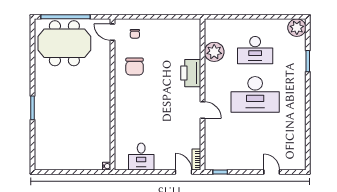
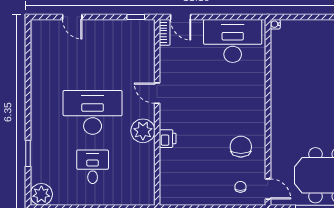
desk: (255, 50) -> (93, 167), width x0.73
plant: (214, 52) -> (143, 131), moved
printer: (191, 73) -> (168, 139), width x0.53, depth x0.68
desk: (141, 157) -> (233, 41), width x1.87, depth x1.30

